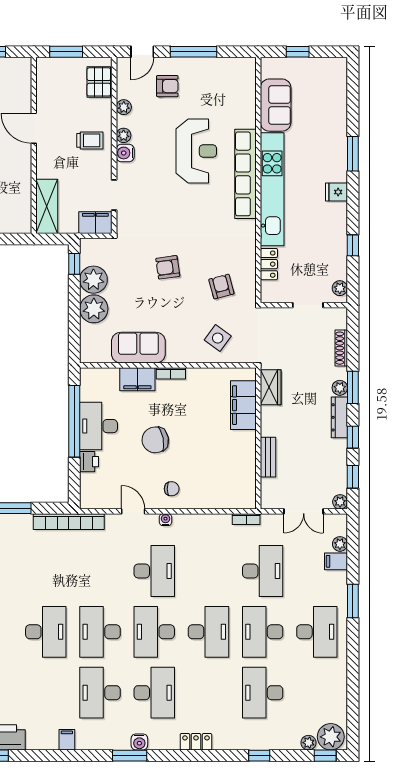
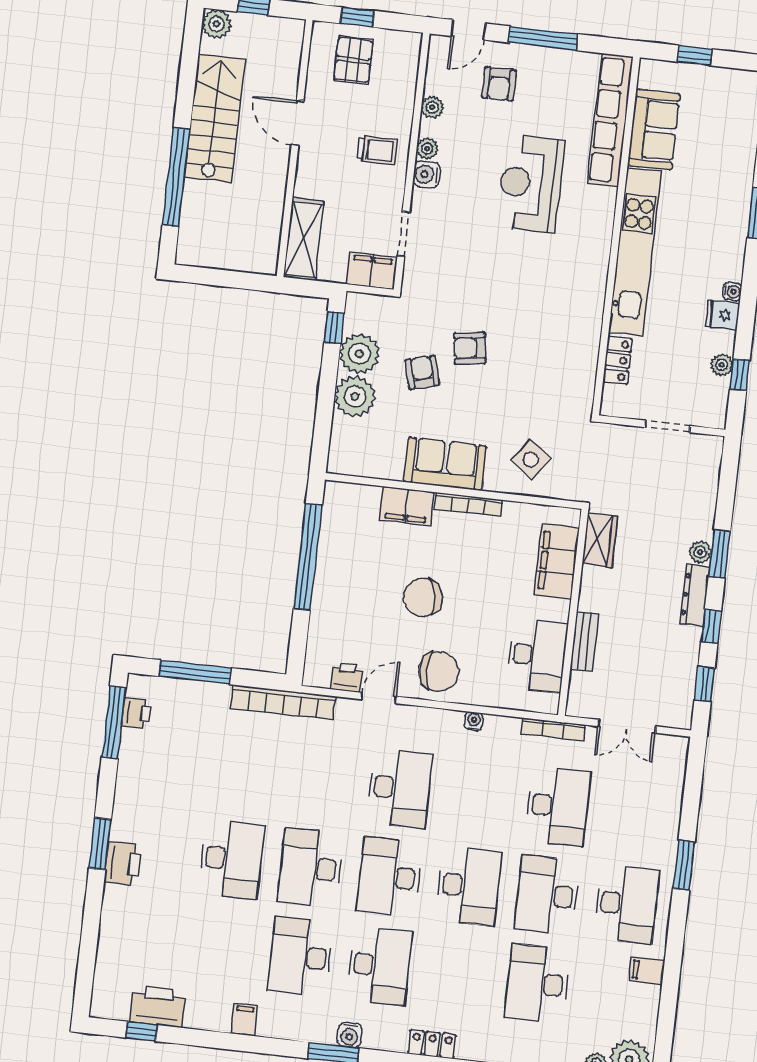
window: (66, 52) -> (357, 17), width x0.67
pallet: (99, 82) -> (353, 60), moved
armchair: (167, 86) -> (499, 84), turned 90
reception desk: (196, 151) -> (530, 183), turned 180
row of seats: (245, 174) -> (610, 120), moved
fridge: (336, 192) -> (722, 315), moved
water cooler: (341, 209) -> (732, 292), added
window: (353, 245) -> (740, 375), moved
armchair: (221, 287) -> (422, 372), moved
plant: (340, 288) -> (722, 365), moved
sofa: (138, 348) -> (445, 464), moved
shoe rack: (341, 348) -> (709, 495), removed
bookcase: (171, 373) -> (468, 504), width x1.56
desk: (99, 426) -> (537, 655), moved, turned 180
printer: (89, 462) -> (346, 677), moved, turned -90
chair: (172, 489) -> (439, 671), width x1.87, depth x1.87
plant: (340, 502) -> (682, 718), removed
door: (133, 511) -> (379, 698), hinge flipped
bookcase: (246, 519) -> (553, 729), width x1.56
water cooler: (166, 520) -> (474, 721), moved
plant: (340, 544) -> (675, 780), removed
filing cabinet: (336, 561) -> (647, 971), moved

